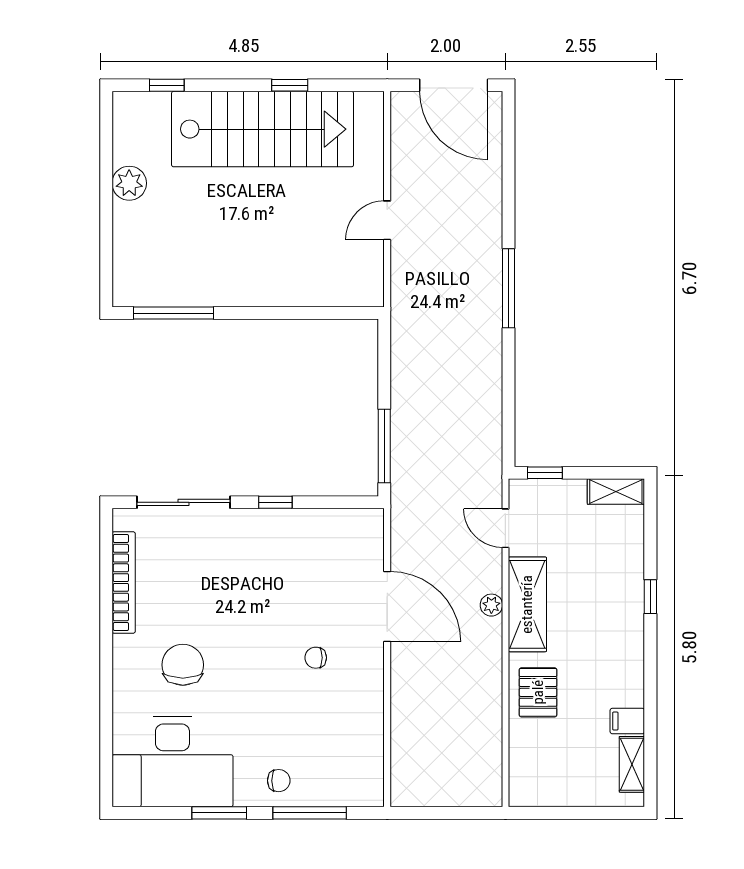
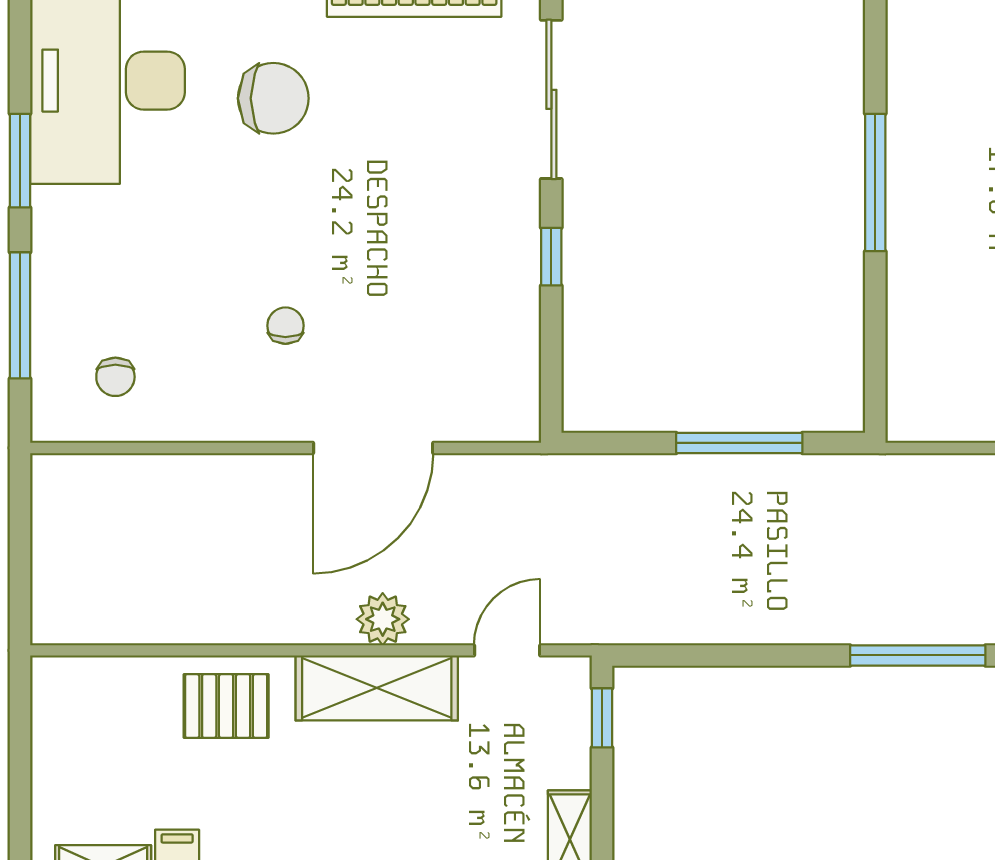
window: (174, 313) -> (875, 183), moved
window: (384, 446) -> (739, 443), moved
plant: (491, 605) -> (383, 619), width x1.38, depth x1.38
chair: (279, 781) -> (115, 377), moved

